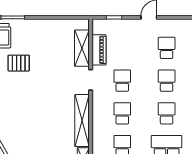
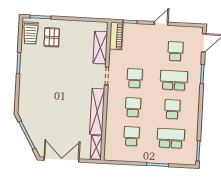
piano: (99, 50) -> (116, 36), moved
pallet: (19, 63) -> (52, 37), moved, turned 90
school desk: (167, 81) -> (174, 80), width x1.85

